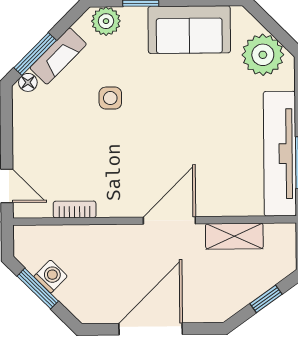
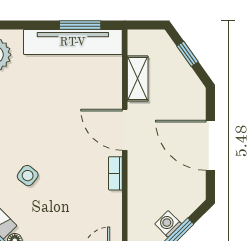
side table: (110, 98) -> (28, 176), turned 38
bookcase: (75, 209) -> (115, 173), moved

